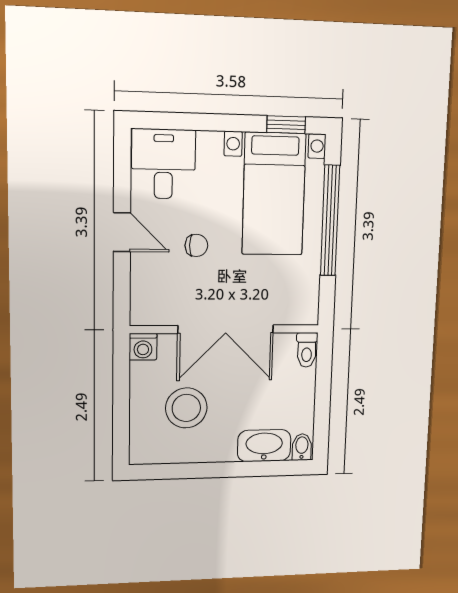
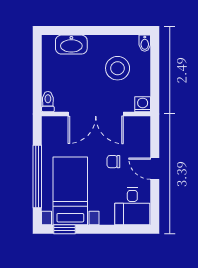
double door: (226, 329) -> (96, 114), swing flipped
bidet: (302, 447) -> (145, 43), moved

